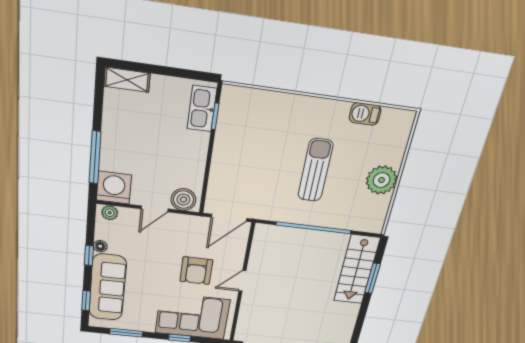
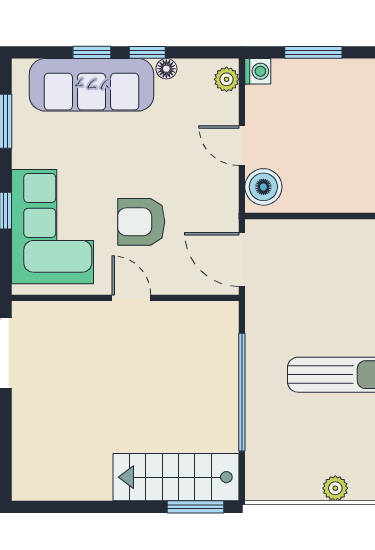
window: (95, 158) -> (313, 52), width x0.69
plant: (382, 180) -> (335, 488), width x0.53, depth x0.53
washing machine: (114, 188) -> (258, 71), width x0.53, depth x0.53
window: (373, 278) -> (196, 507), moved
window: (86, 301) -> (92, 52), moved

